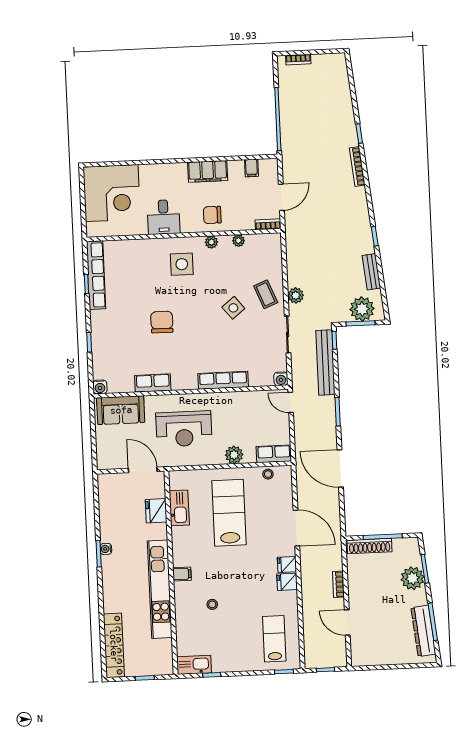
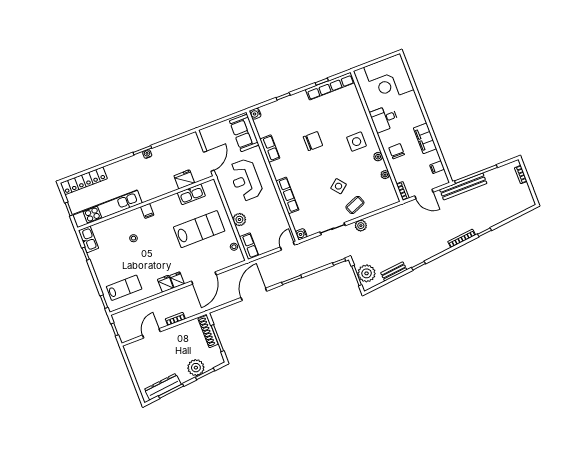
bench: (325, 363) -> (463, 187), moved
kitchen unit: (160, 589) -> (107, 209), moved

